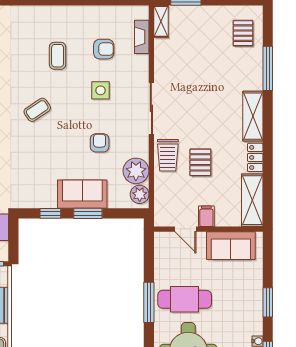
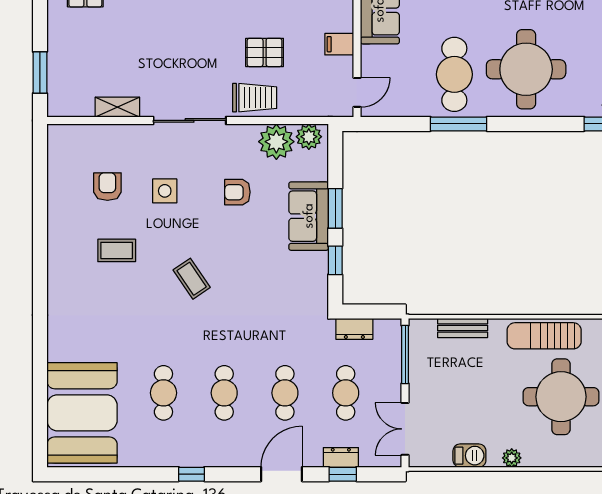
shelving: (161, 21) -> (117, 107), moved
fireplace: (142, 37) -> (90, 134), removed
door: (186, 229) -> (357, 92), moved

